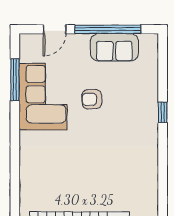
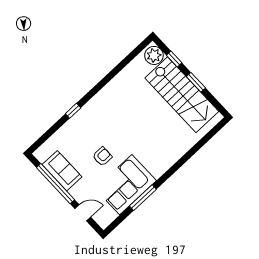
window: (15, 80) -> (143, 198), moved
armchair: (92, 99) -> (102, 156), turned -88

